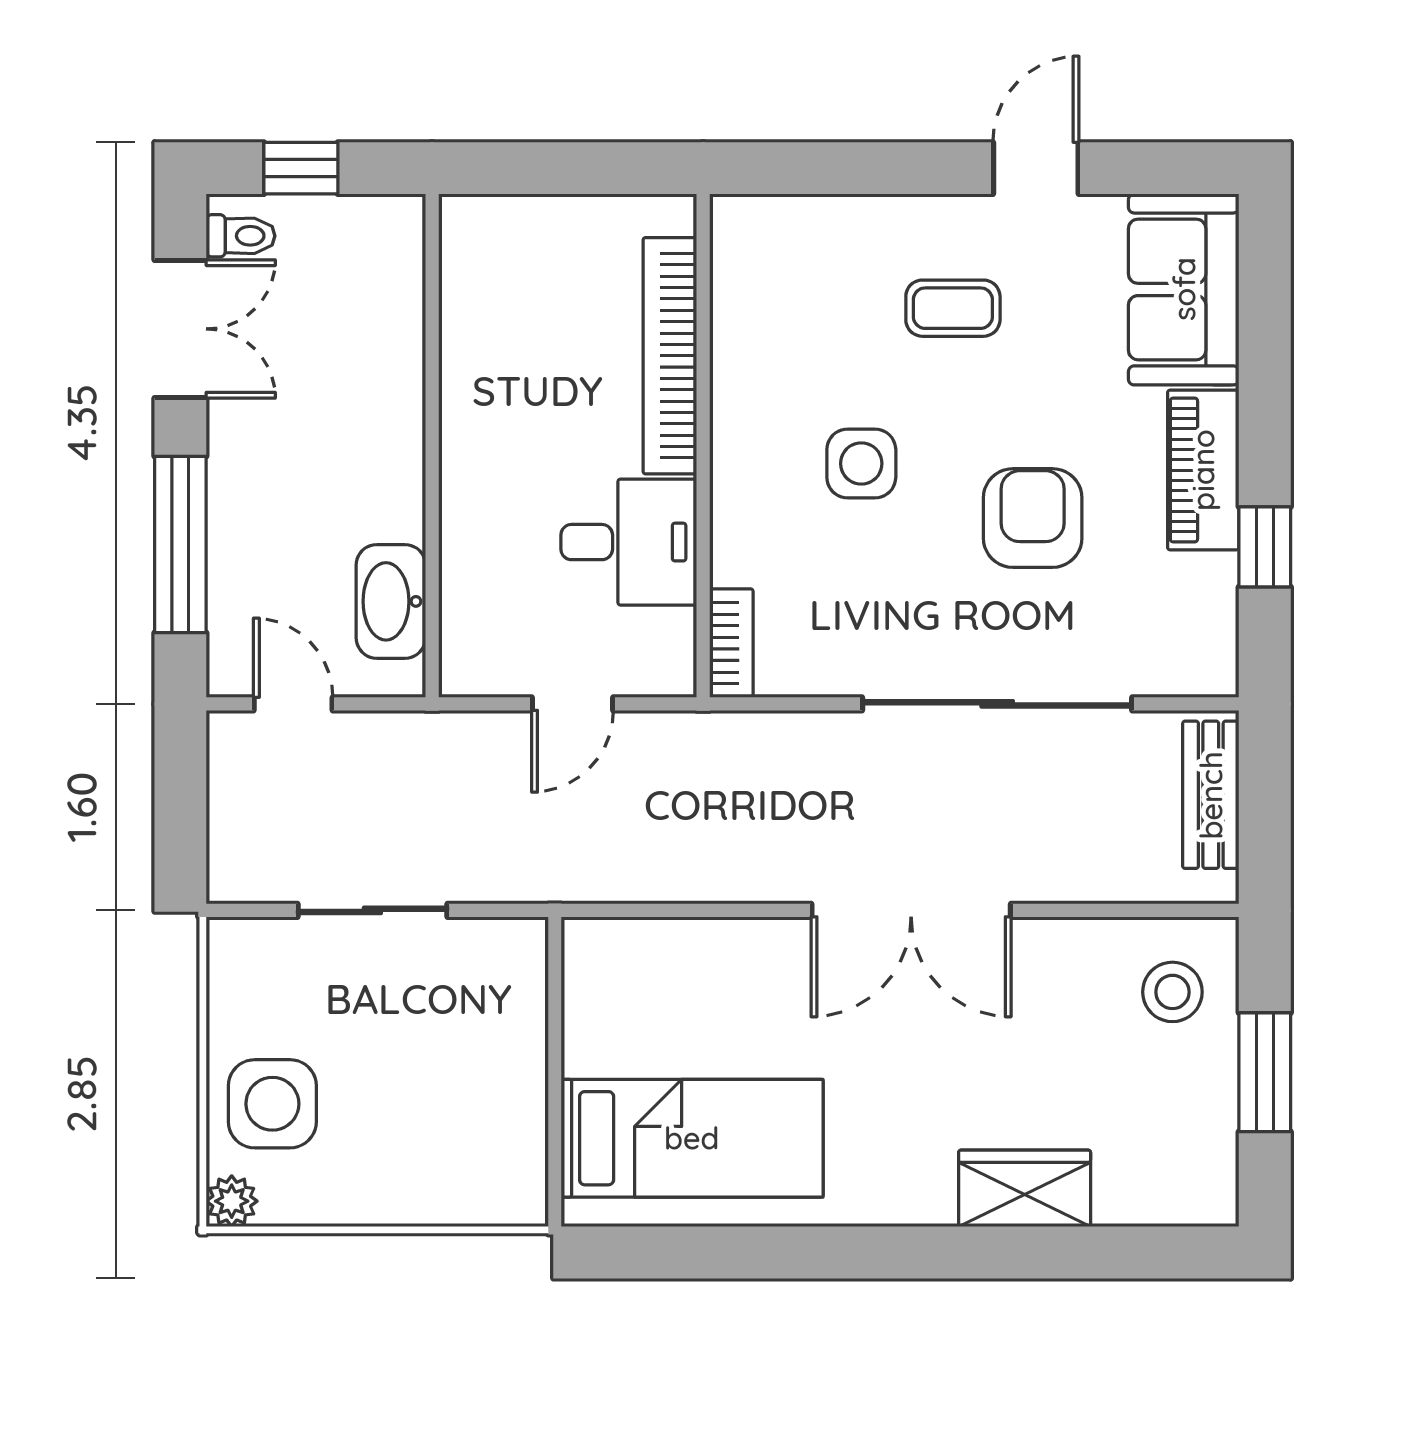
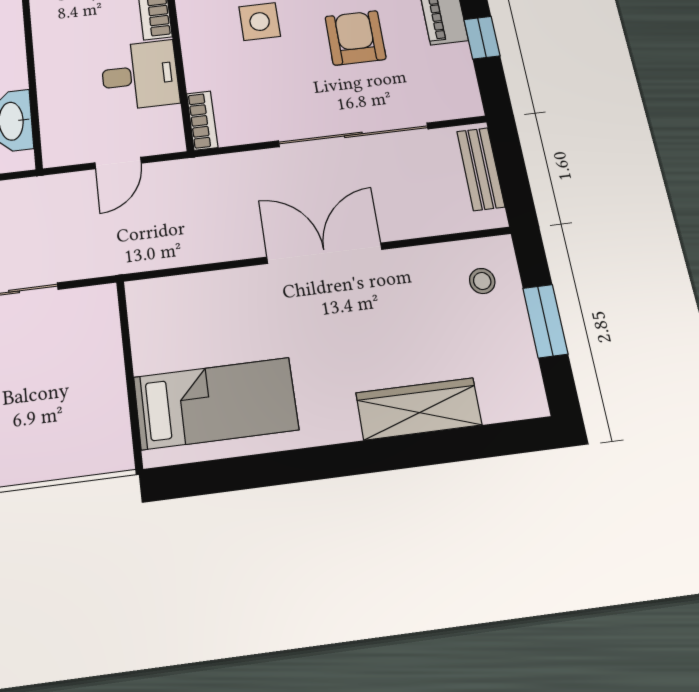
double door: (911, 910) -> (324, 253), swing flipped
stool: (1172, 992) -> (482, 281), width x0.73, depth x0.73
wardrobe: (1025, 1188) -> (419, 409), width x1.50

